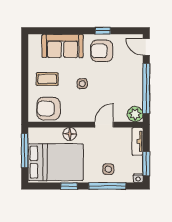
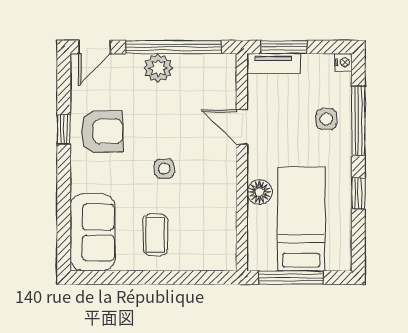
sofa: (63, 46) -> (93, 233), moved
armchair: (102, 51) -> (102, 131), turned -91
armchair: (49, 109) -> (211, 232), removed
plant: (135, 114) -> (158, 68), moved
bed: (56, 162) -> (301, 219), width x0.67
window: (146, 164) -> (284, 47), moved

